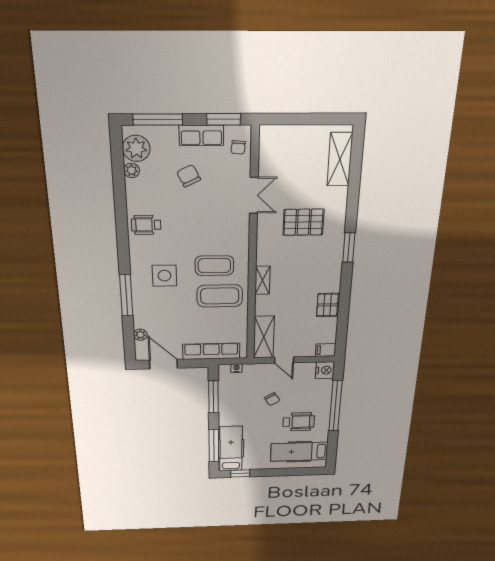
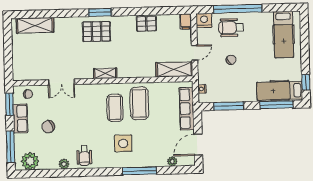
plant: (132, 170) -> (64, 164), moved
double door: (254, 195) -> (62, 82), swing flipped
pallet: (303, 222) -> (97, 31), moved, turned 90
shelving: (263, 280) -> (105, 73), moved
wheelchair: (299, 422) -> (231, 28), moved, turned -90

